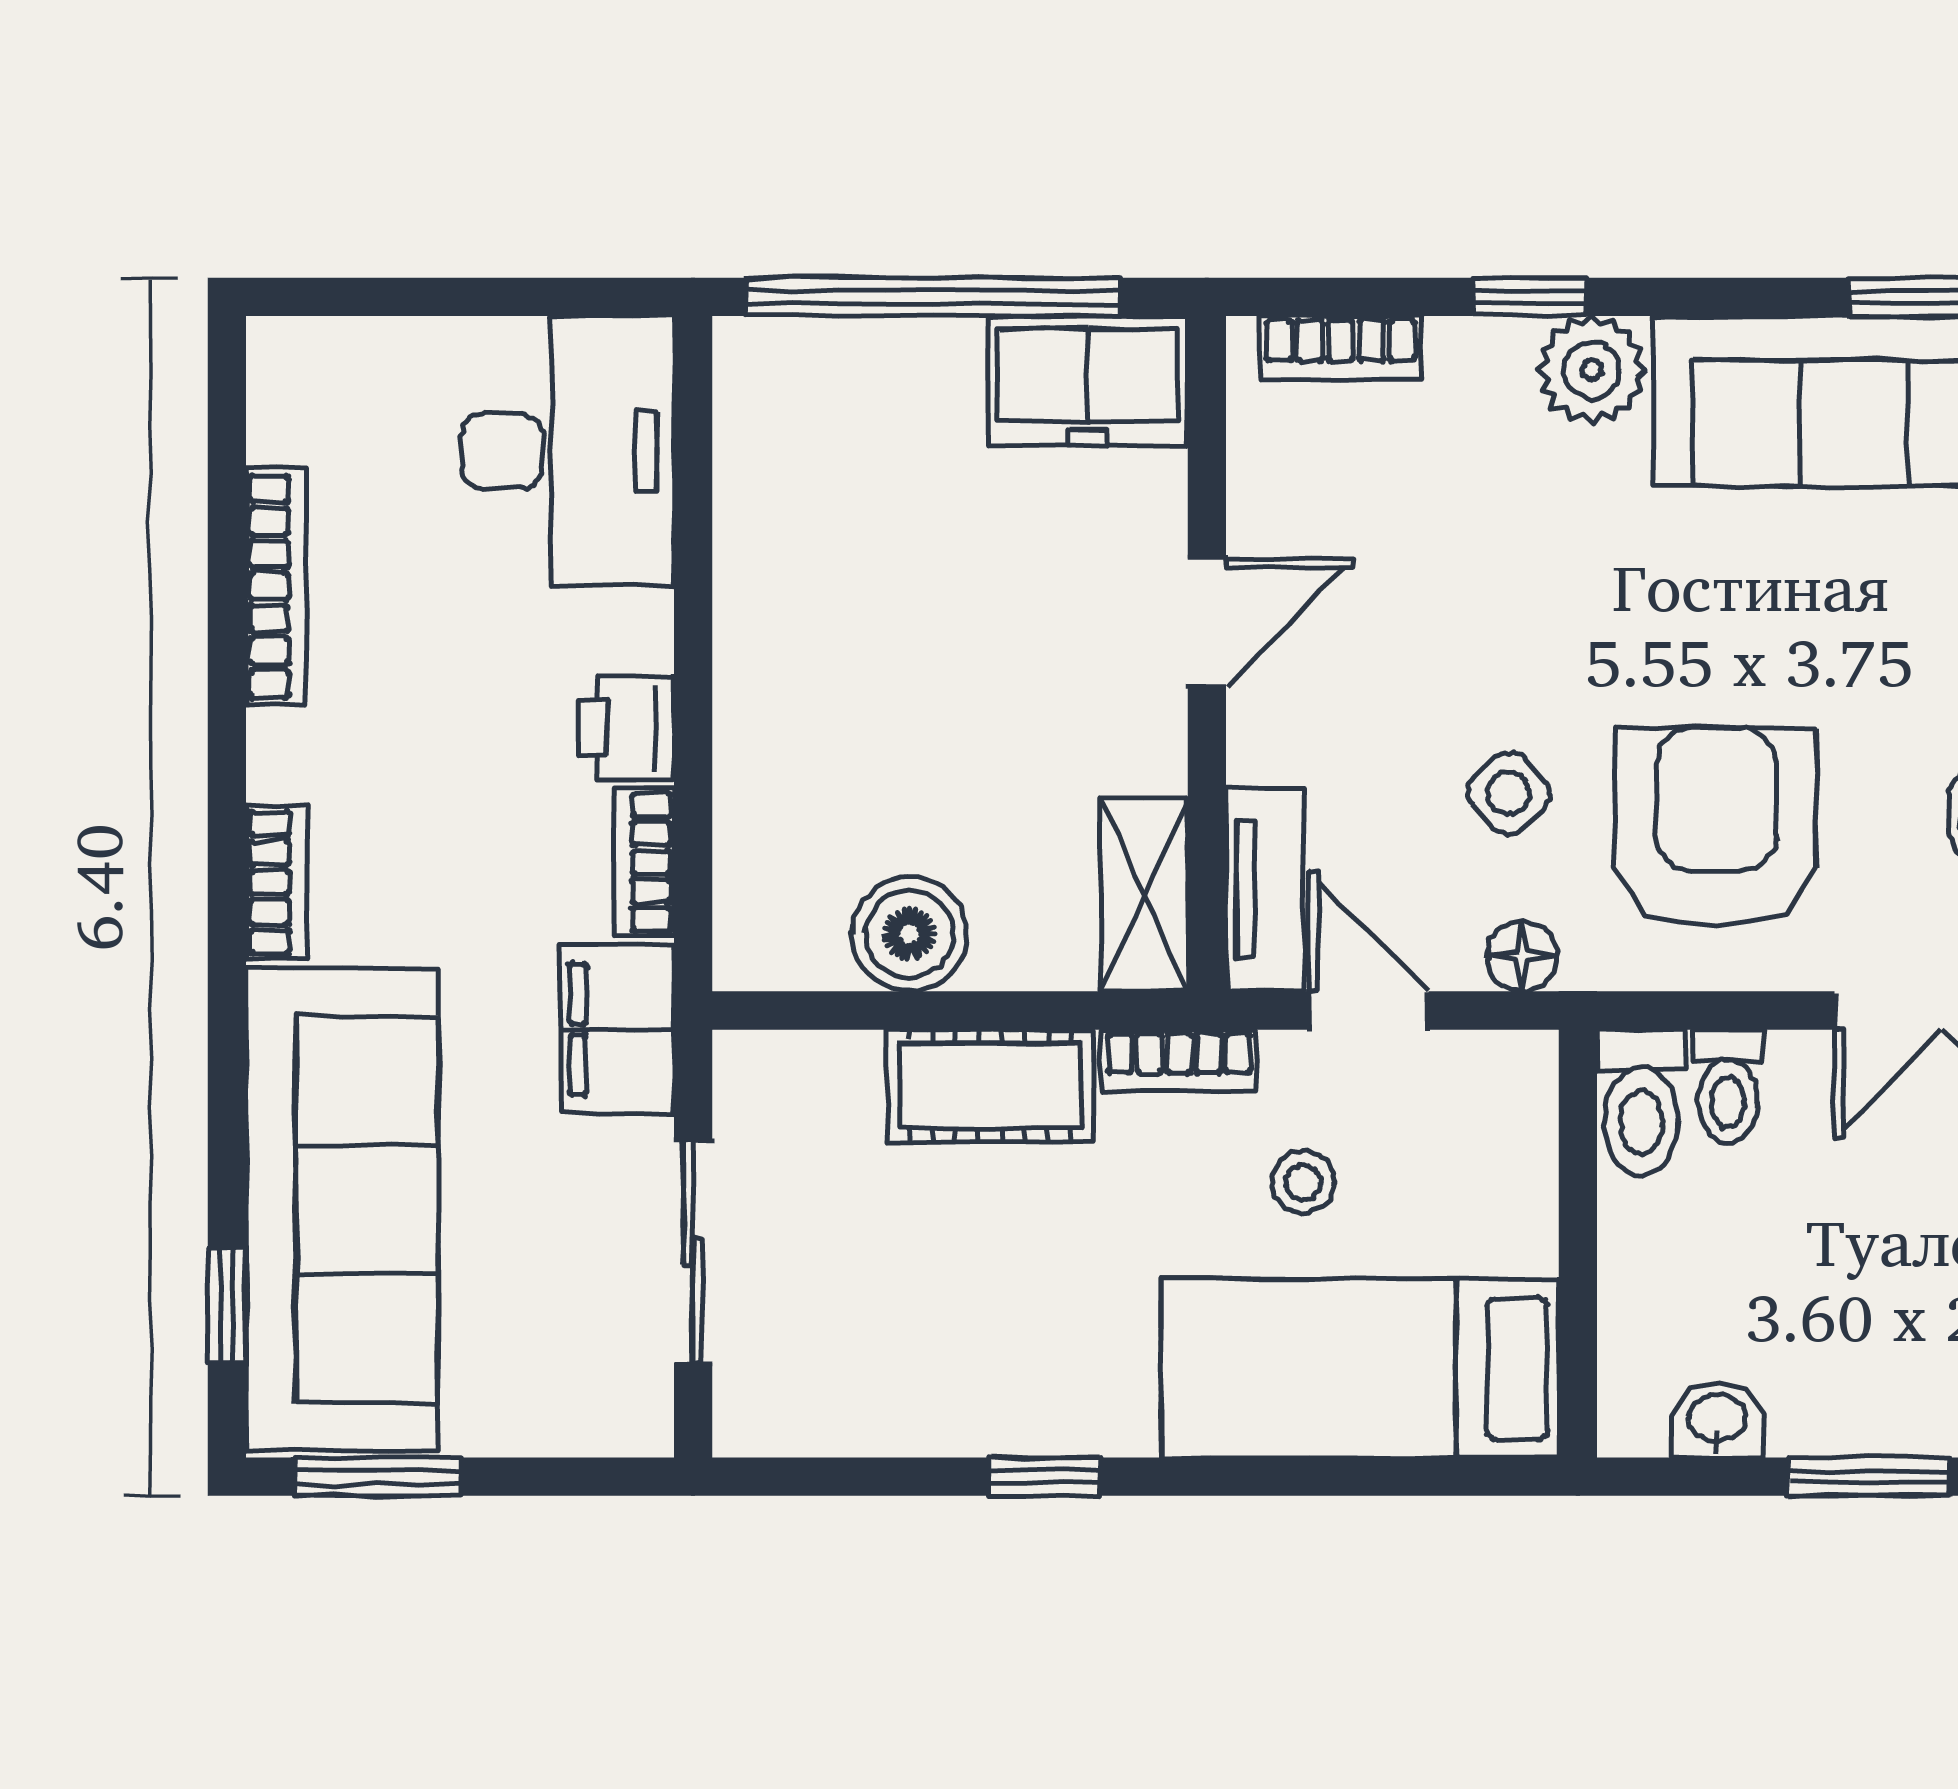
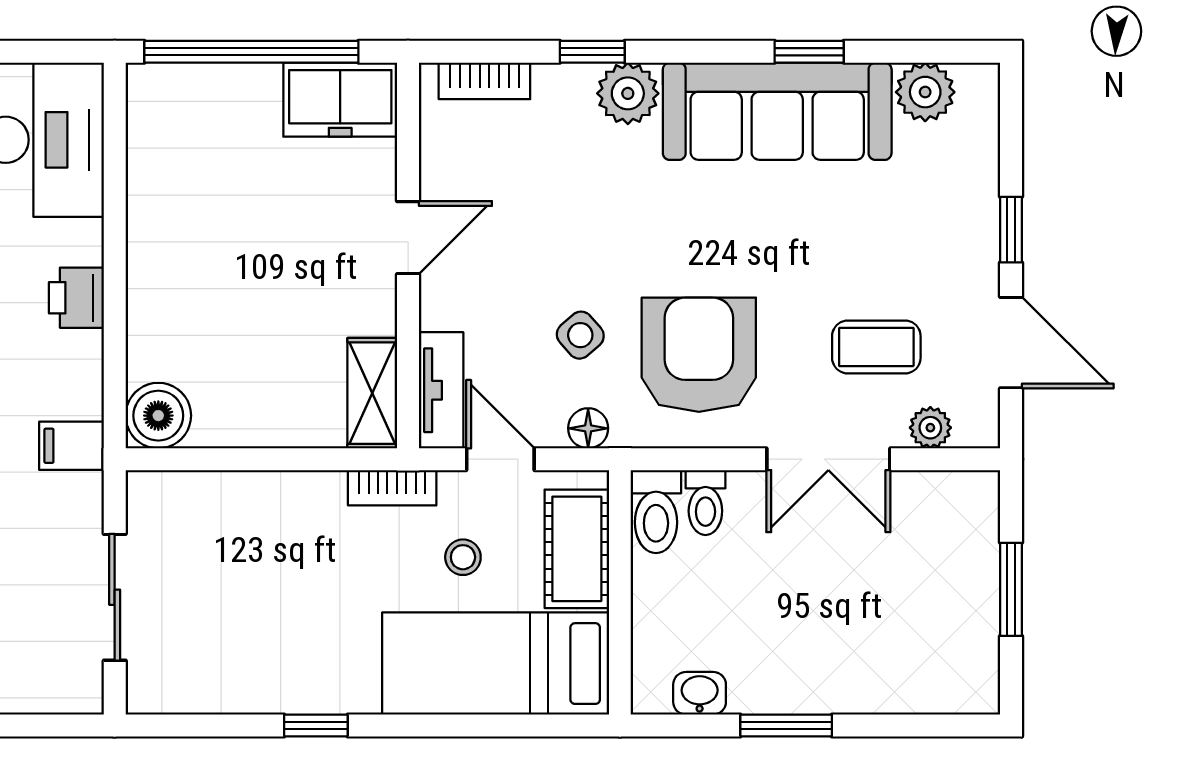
bookcase: (644, 862) -> (87, 375), removed
boiler: (909, 934) -> (158, 416), moved
filing cabinet: (618, 1029) -> (72, 446), width x0.50
cot: (990, 1086) -> (577, 549), moved, turned 90

